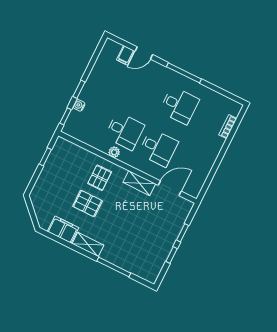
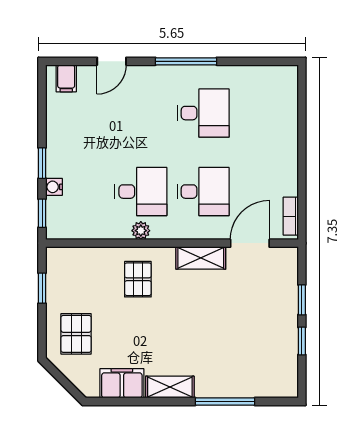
filing cabinet: (125, 55) -> (66, 78), moved
bookcase: (228, 127) -> (291, 216), moved
pallet: (88, 204) -> (76, 334), moved, turned 90

